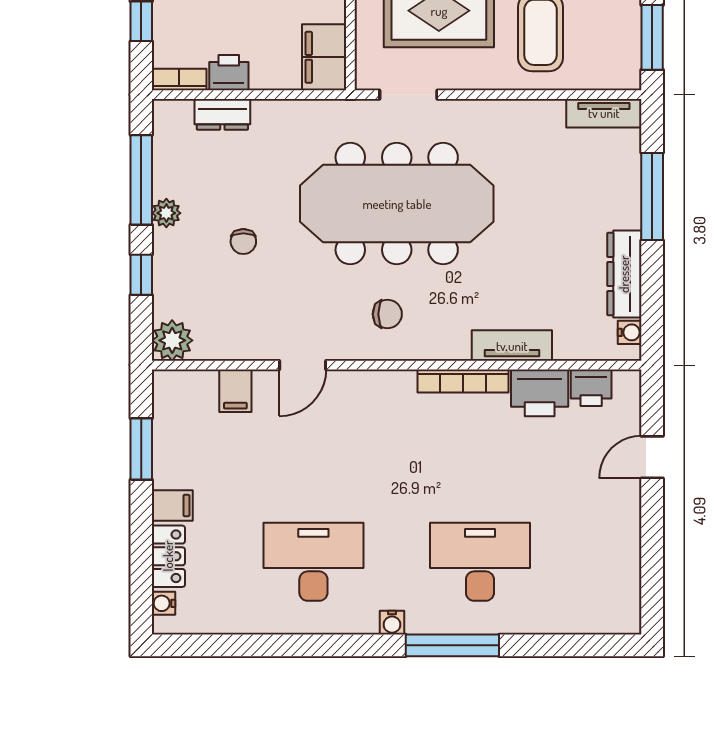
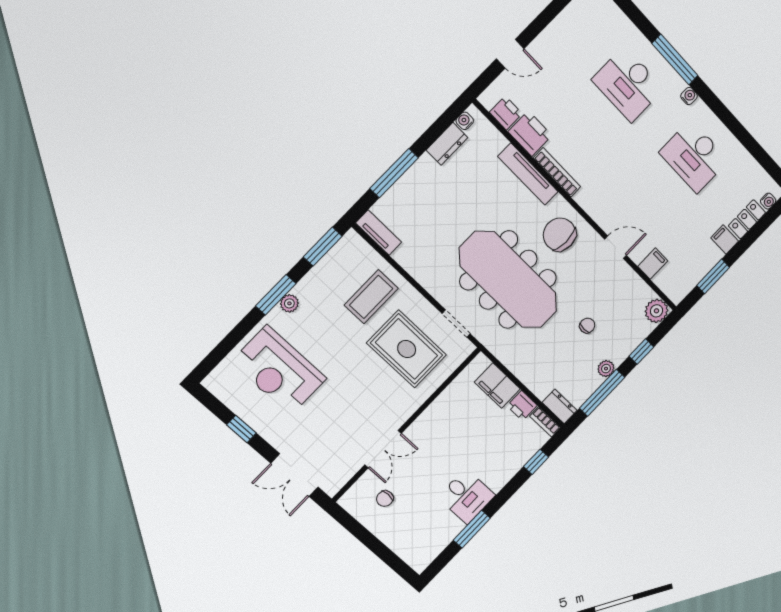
filing cabinet: (324, 57) -> (497, 386), moved, turned 90
dresser: (222, 114) -> (560, 406), moved
dresser: (624, 274) -> (447, 144), width x0.70
chair: (387, 314) -> (560, 234), width x1.87, depth x1.87
tv unit: (512, 346) -> (528, 174), width x1.41

